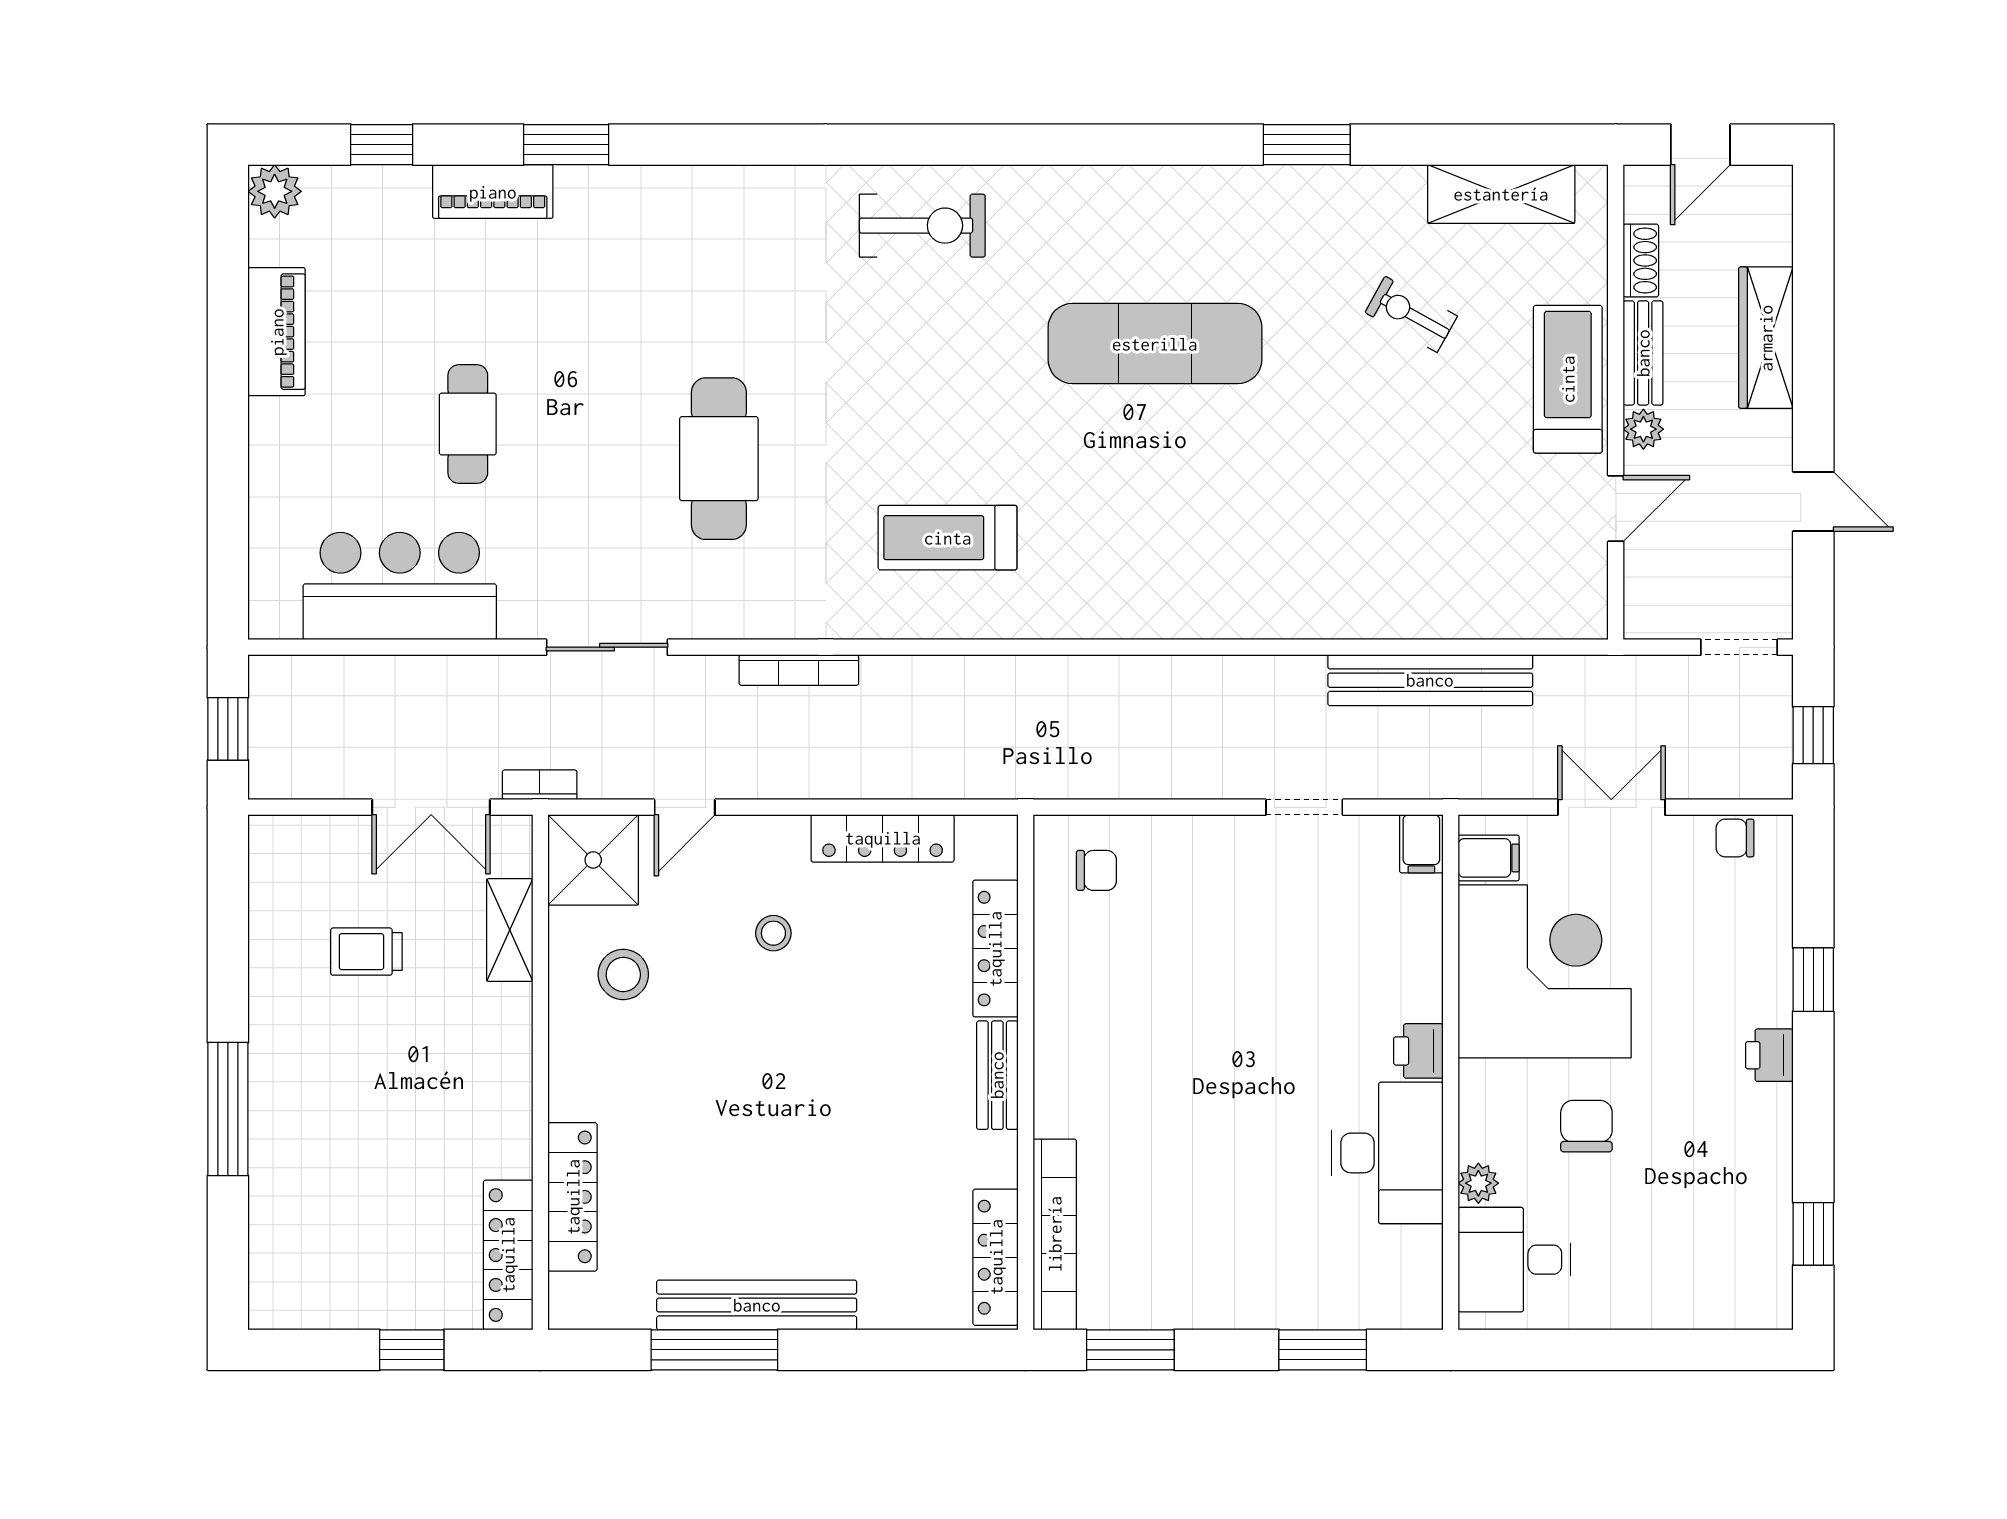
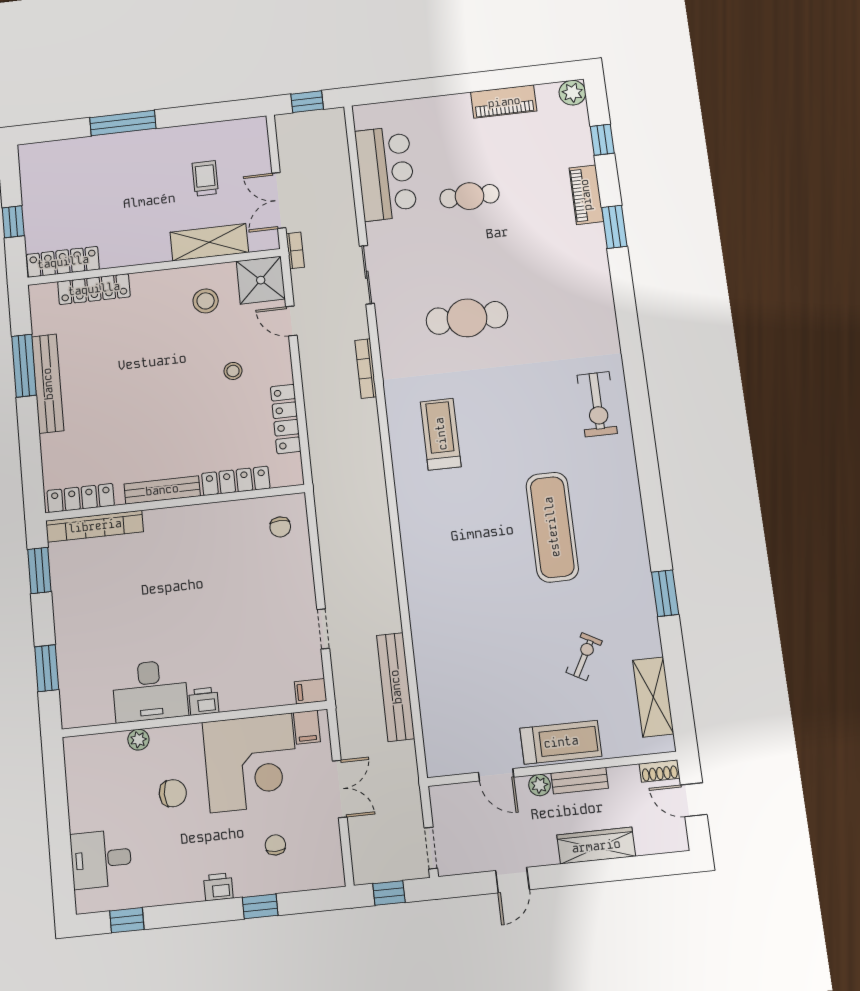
shoe rack: (1641, 260) -> (660, 771), moved
chair: (1735, 838) -> (275, 845), moved
shelving: (510, 930) -> (209, 242), width x1.50, depth x1.33
bench: (997, 1075) -> (162, 490), width x1.36
desk: (1514, 1260) -> (101, 859), moved, turned -90

